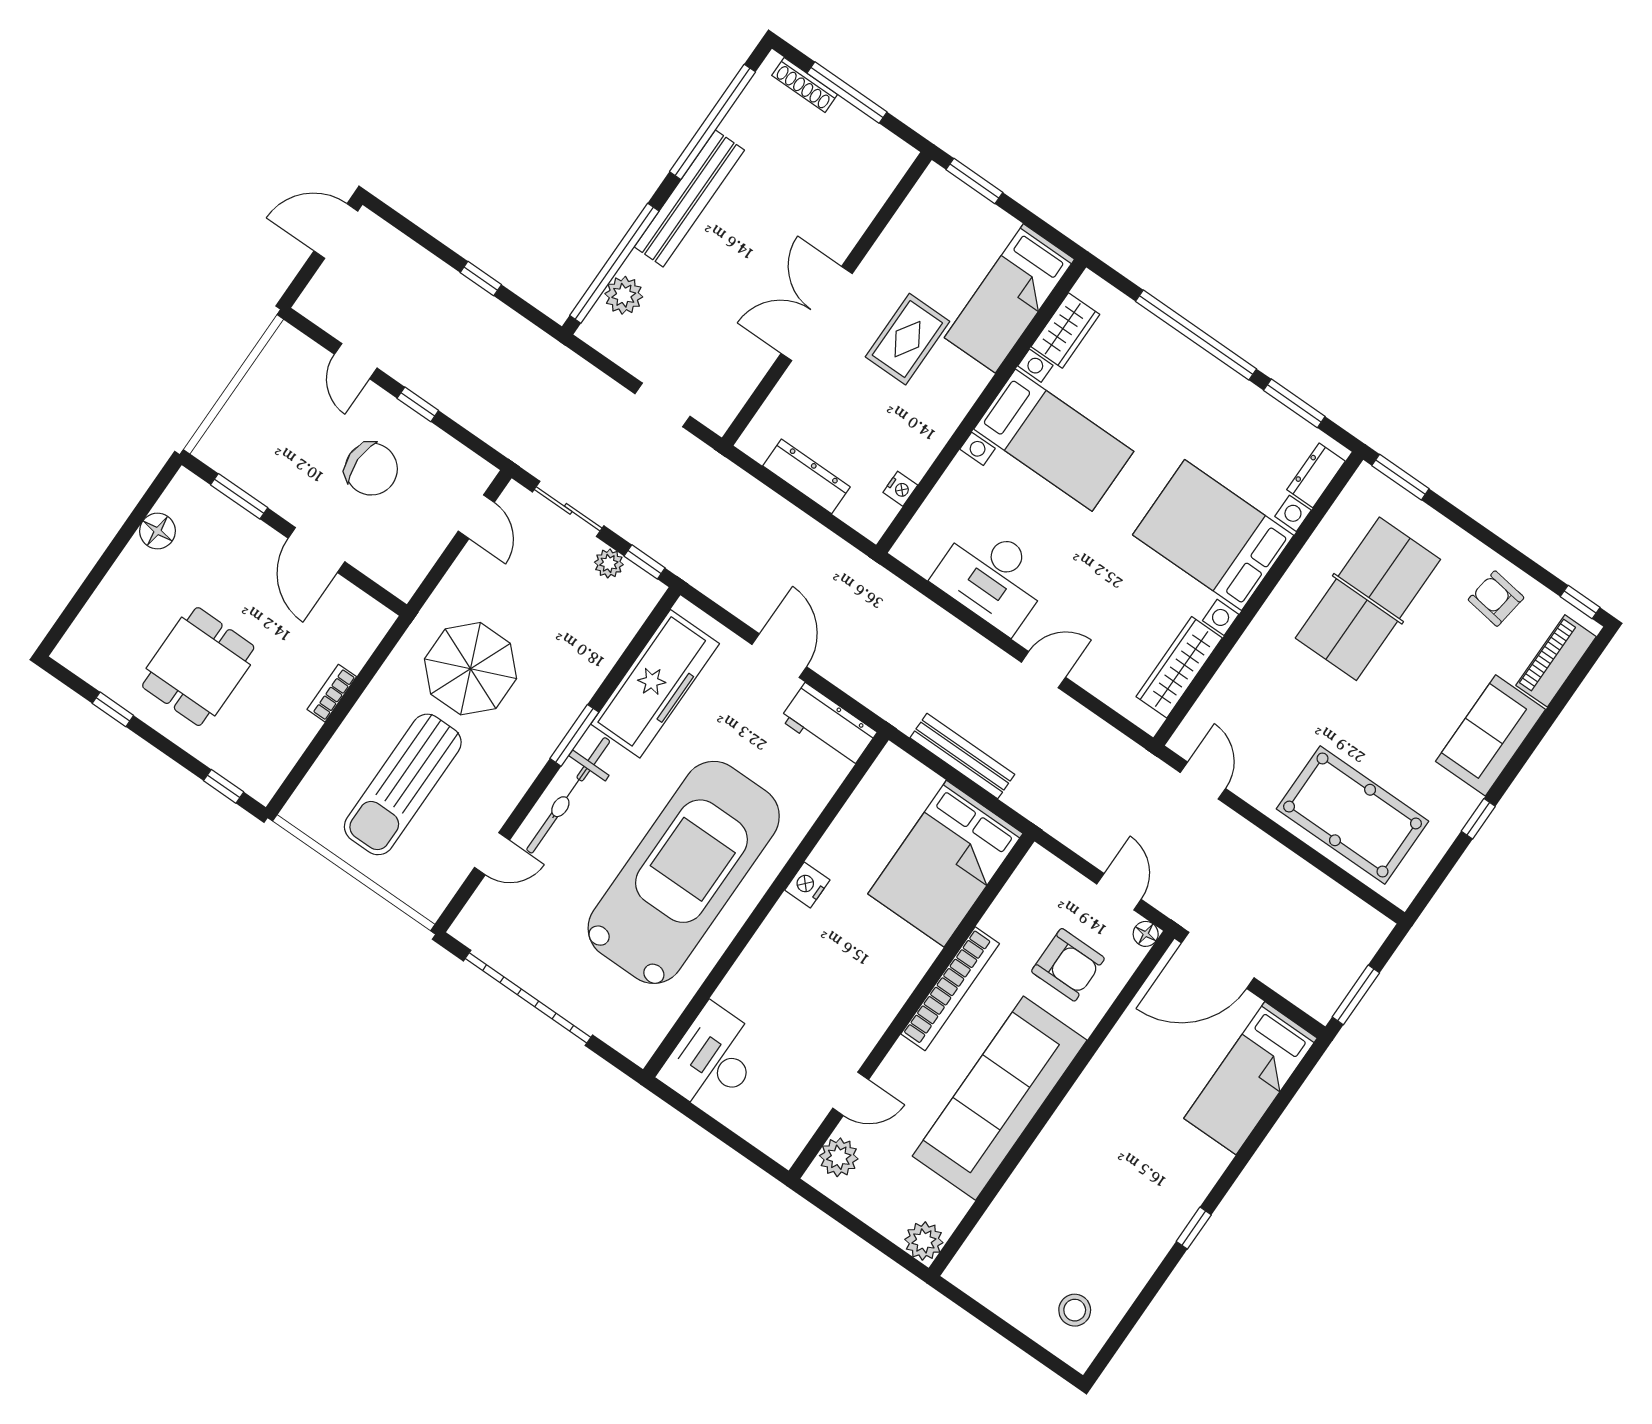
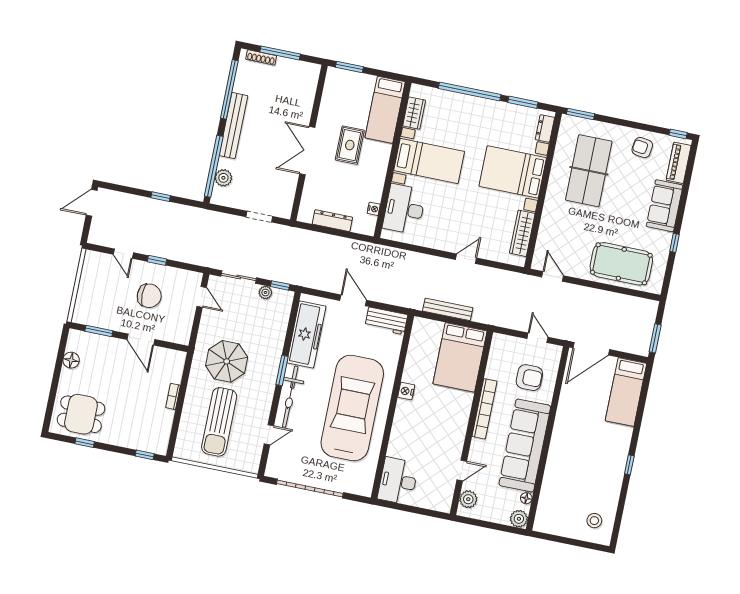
desk: (992, 577) -> (404, 209), moved, turned 90
dining table: (198, 667) -> (81, 414), moved, turned 90
floor lamp: (1146, 934) -> (526, 498), moved

